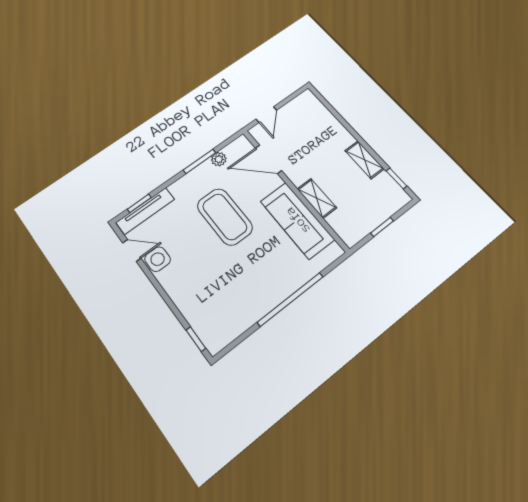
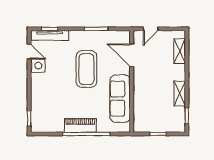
plant: (219, 159) -> (107, 35), removed
shelving: (317, 198) -> (180, 51), moved
piano: (274, 294) -> (80, 125), added

